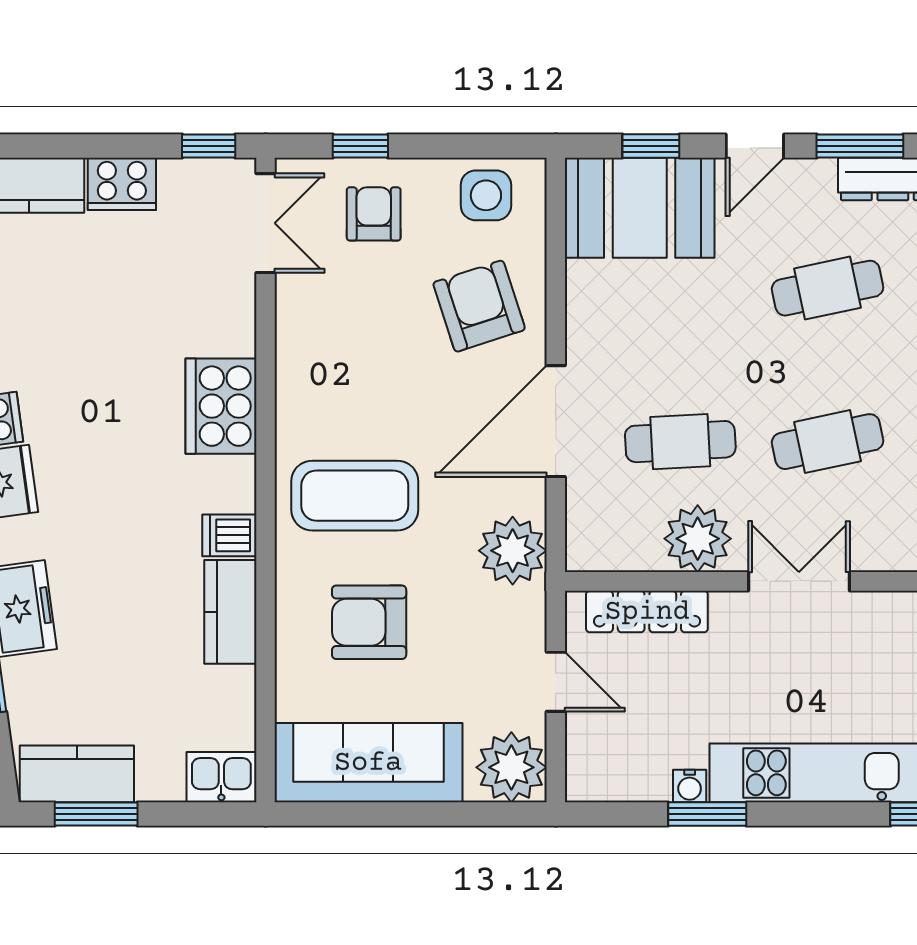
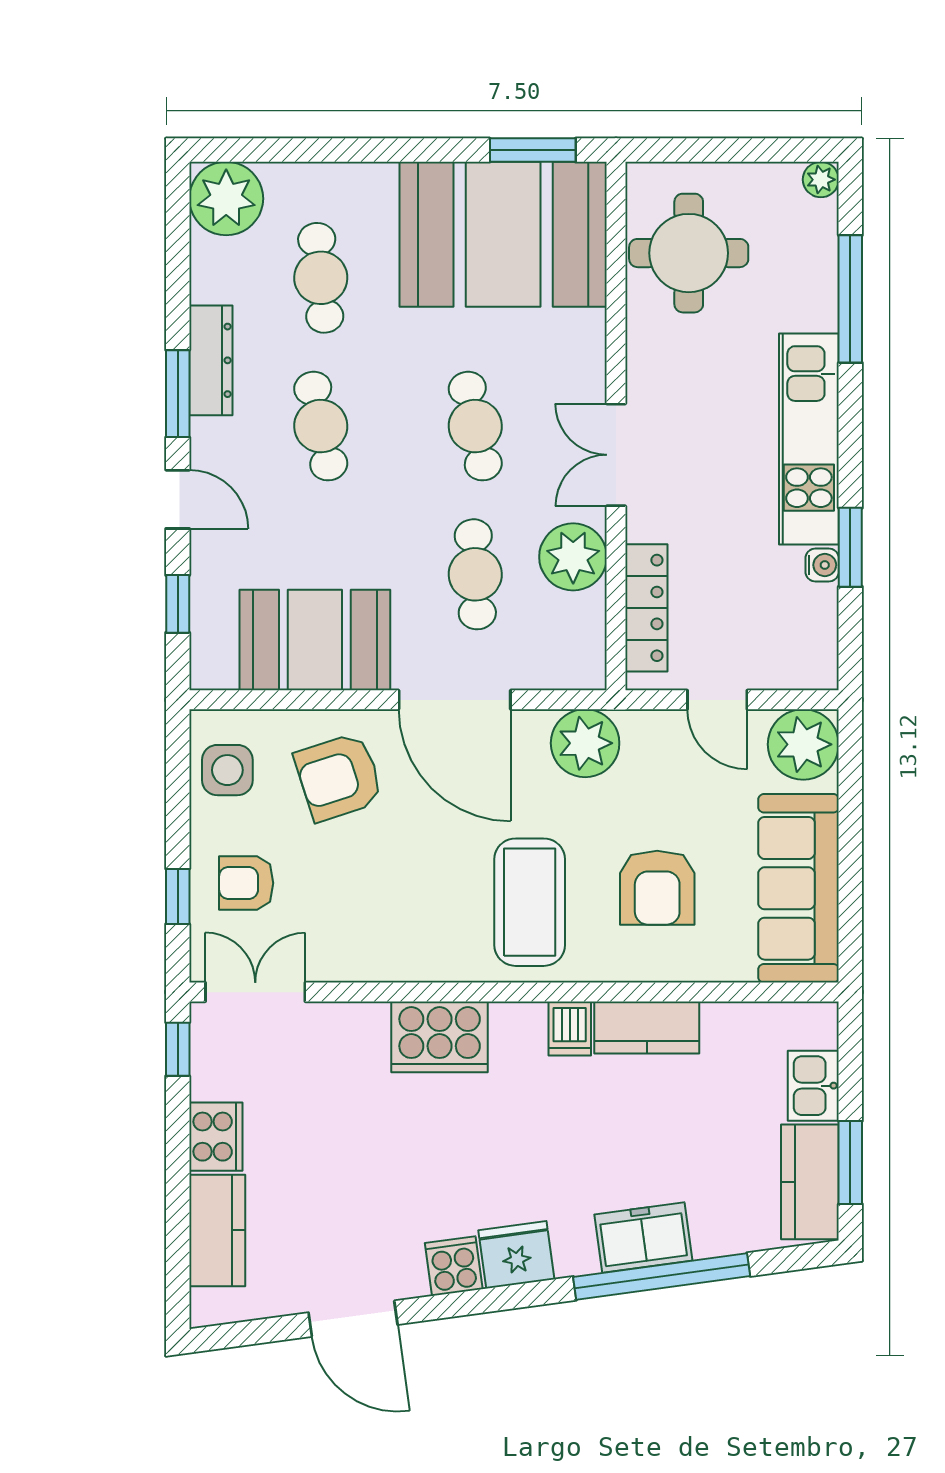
booth: (640, 208) -> (315, 640), moved, turned 90
door: (556, 682) -> (717, 700), swing flipped
kitchen sink: (221, 777) -> (813, 1086), moved

